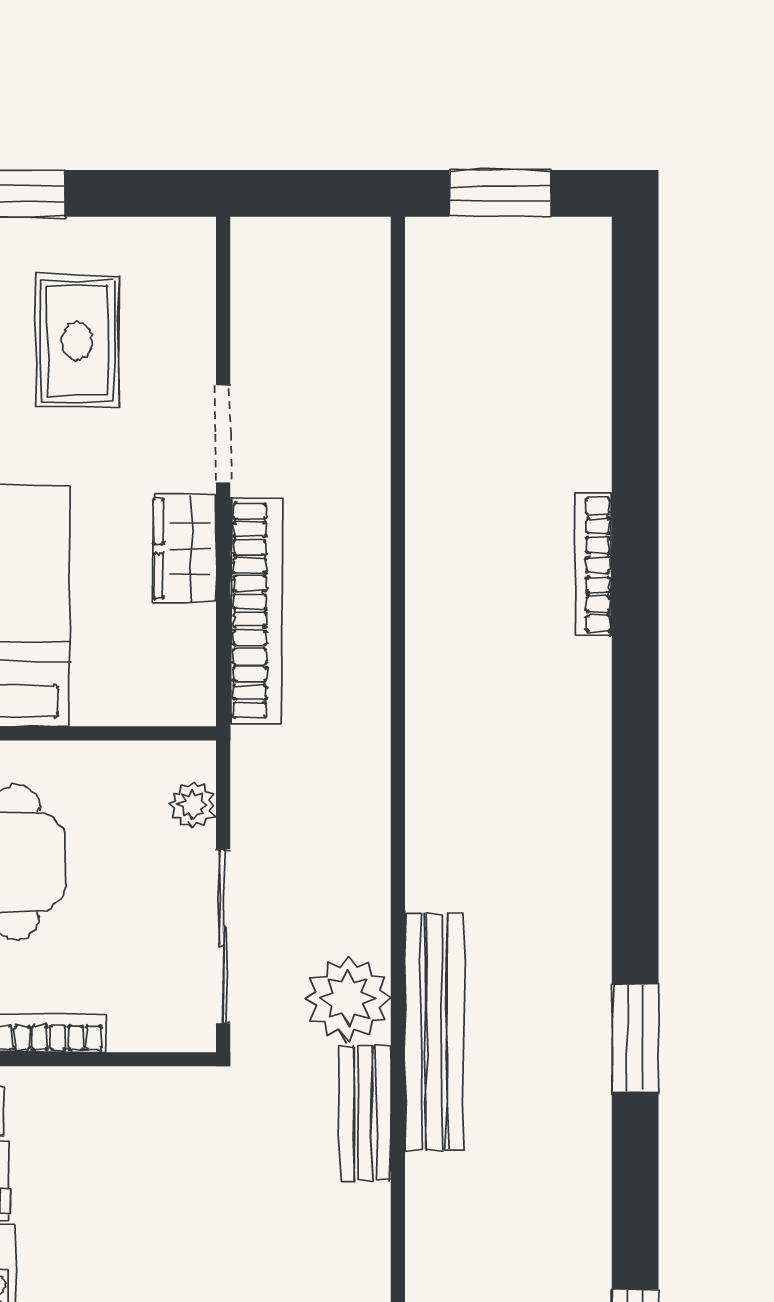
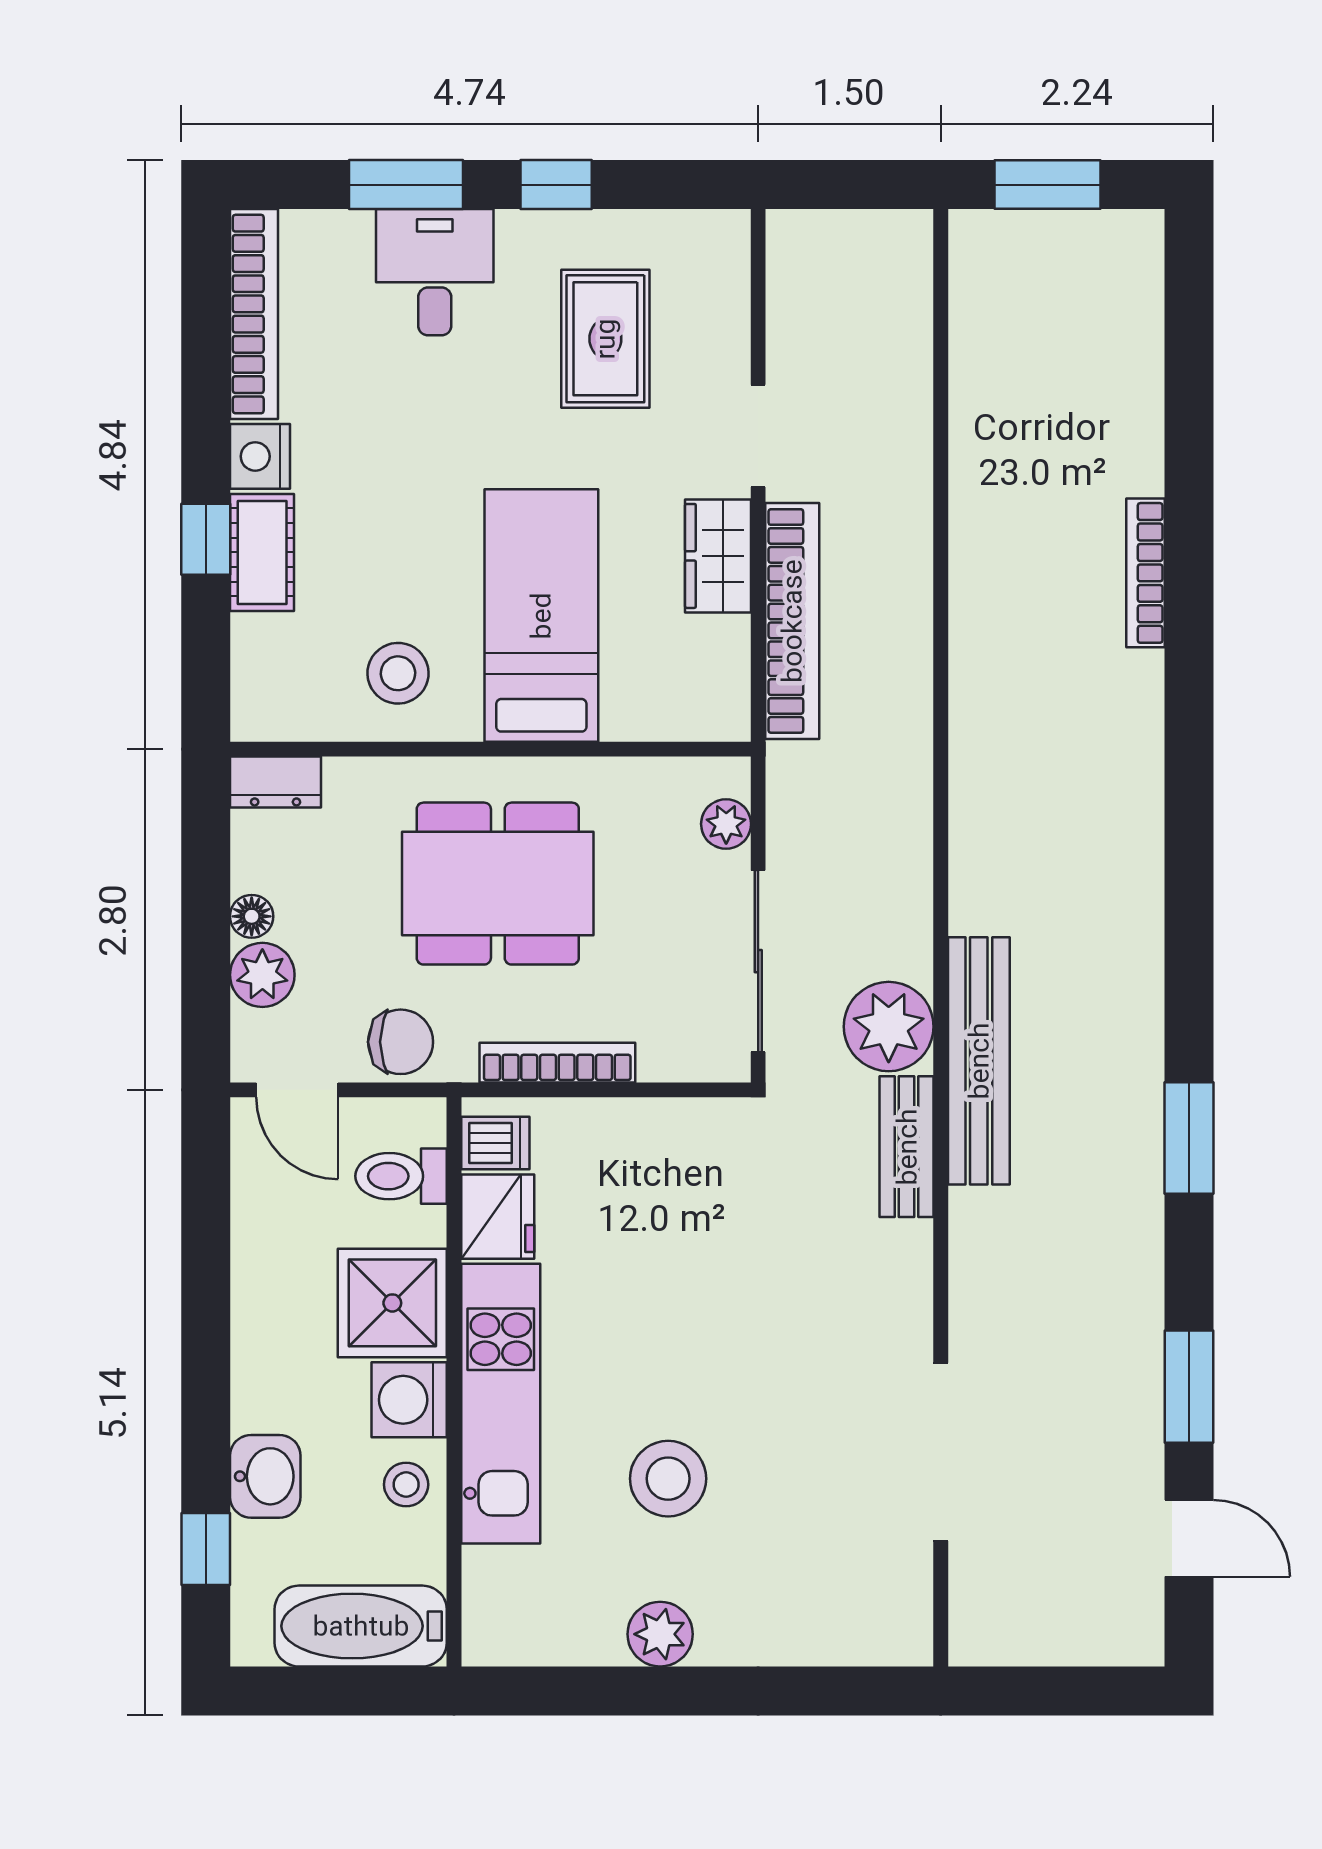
window: (635, 1038) -> (1189, 1138), moved

